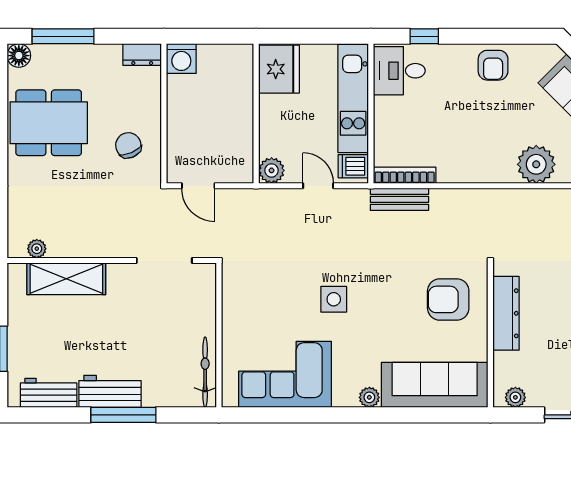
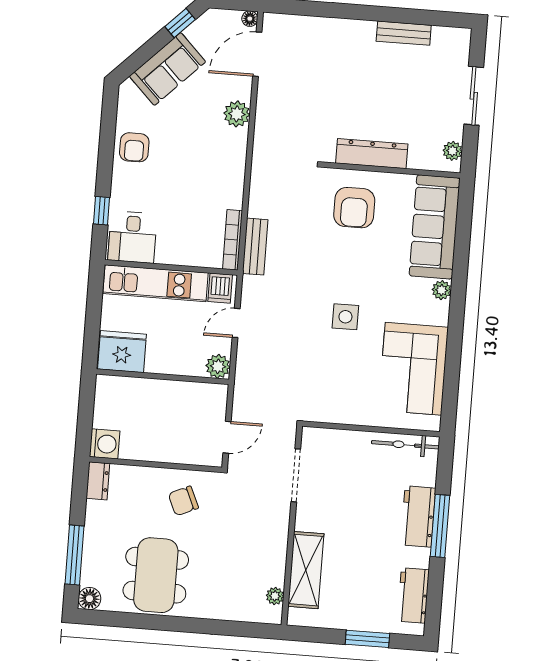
armchair: (493, 65) -> (134, 147), turned 90
plant: (536, 164) -> (237, 114), width x0.73, depth x0.73
workbench: (110, 391) -> (418, 516), moved

